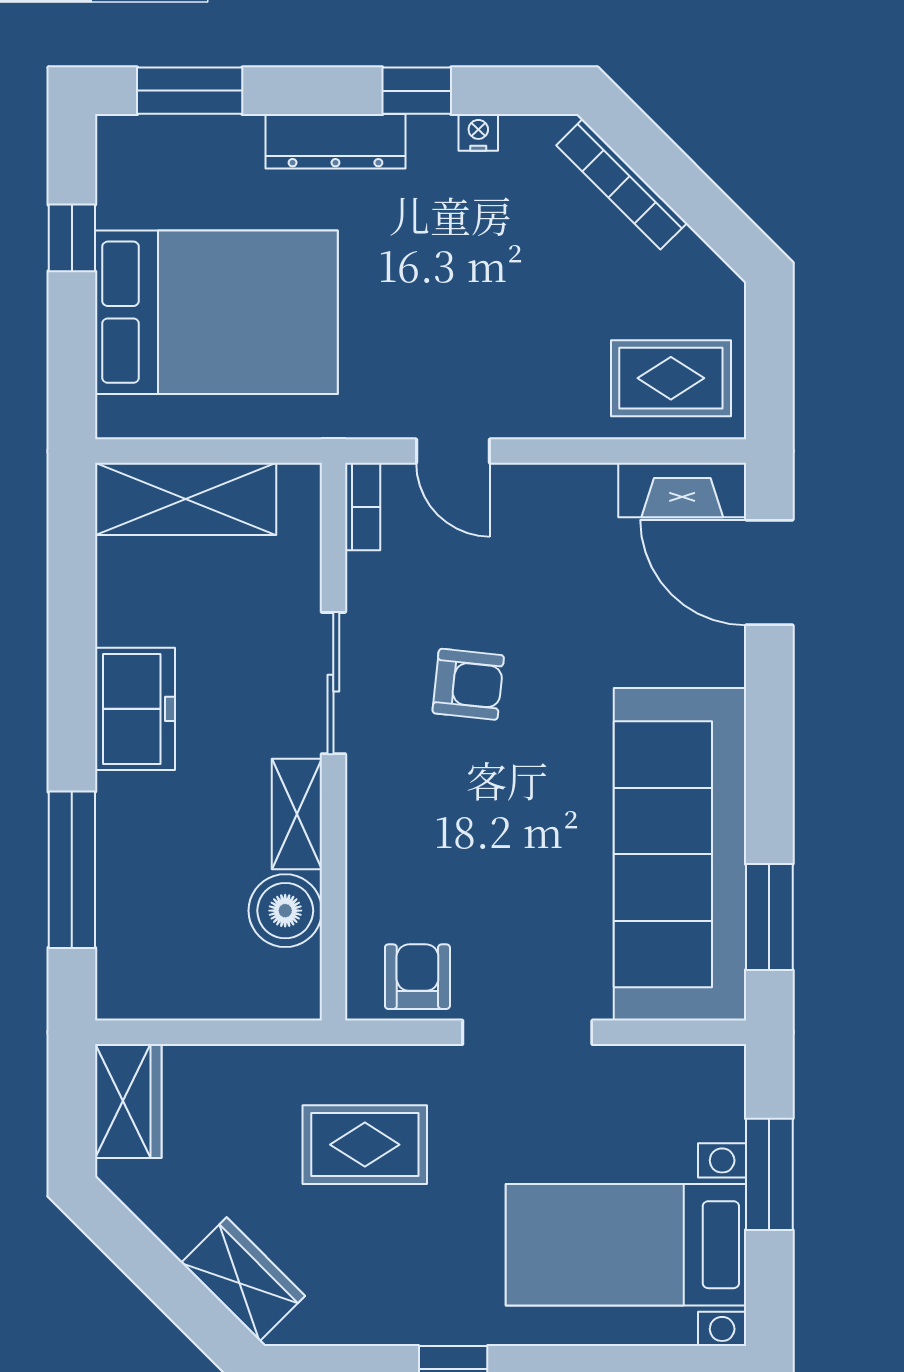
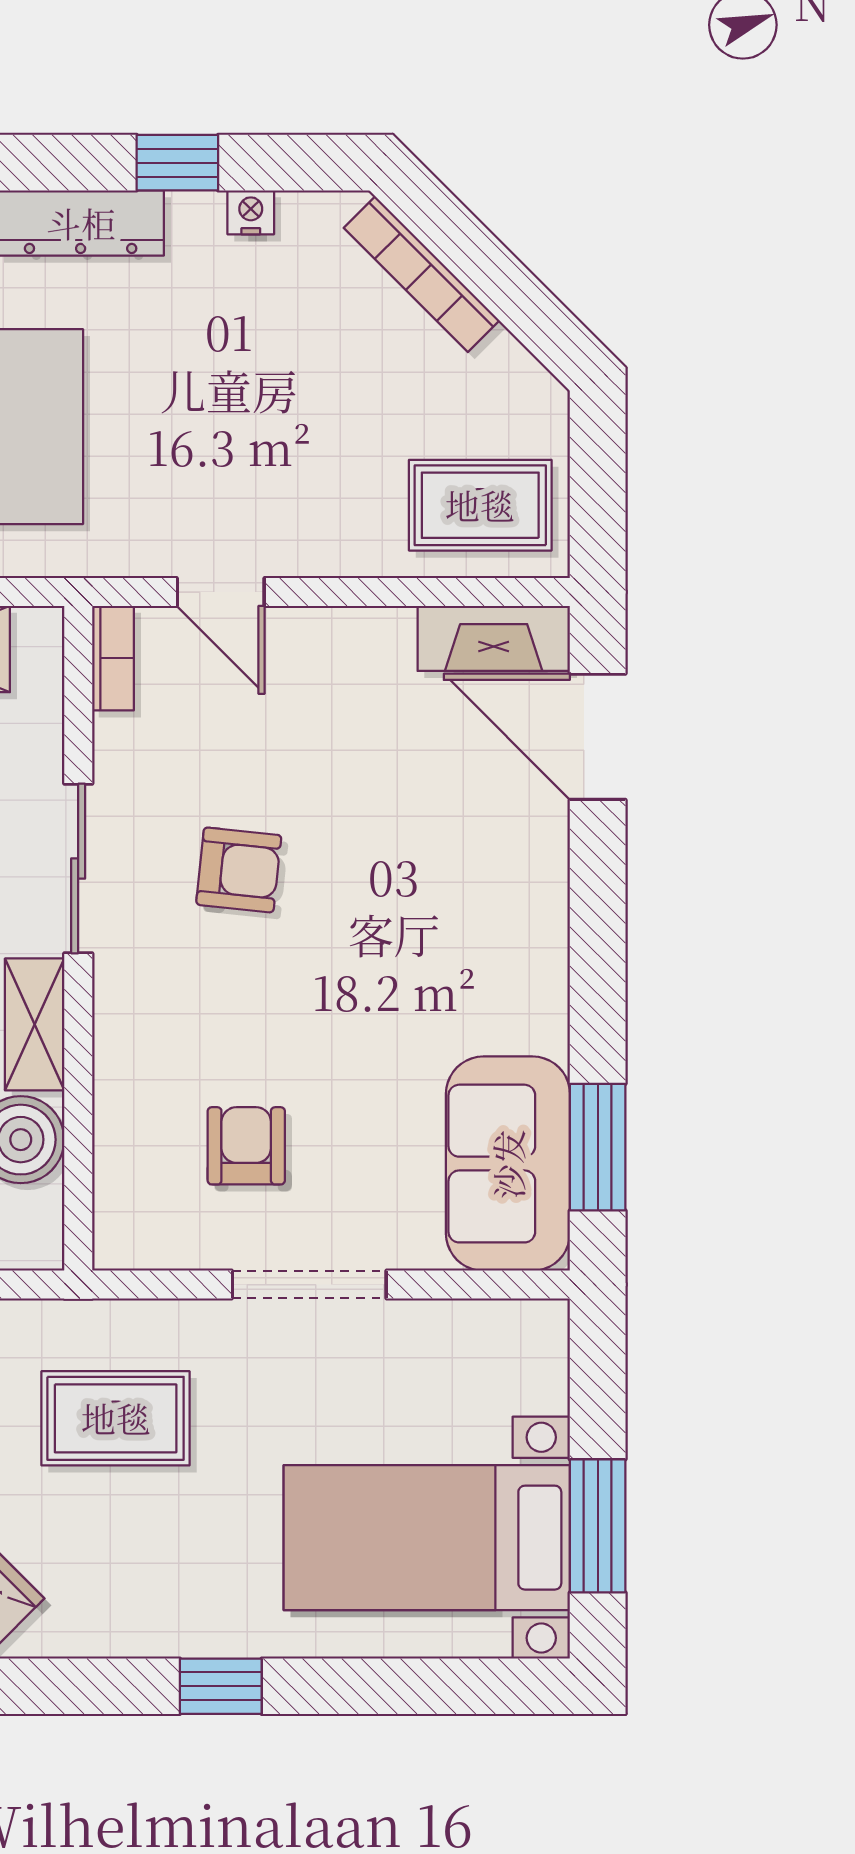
sofa: (680, 854) -> (508, 1164), width x0.54, depth x0.79
armchair: (417, 977) -> (246, 1146), moved
window: (769, 1174) -> (598, 1526), moved

